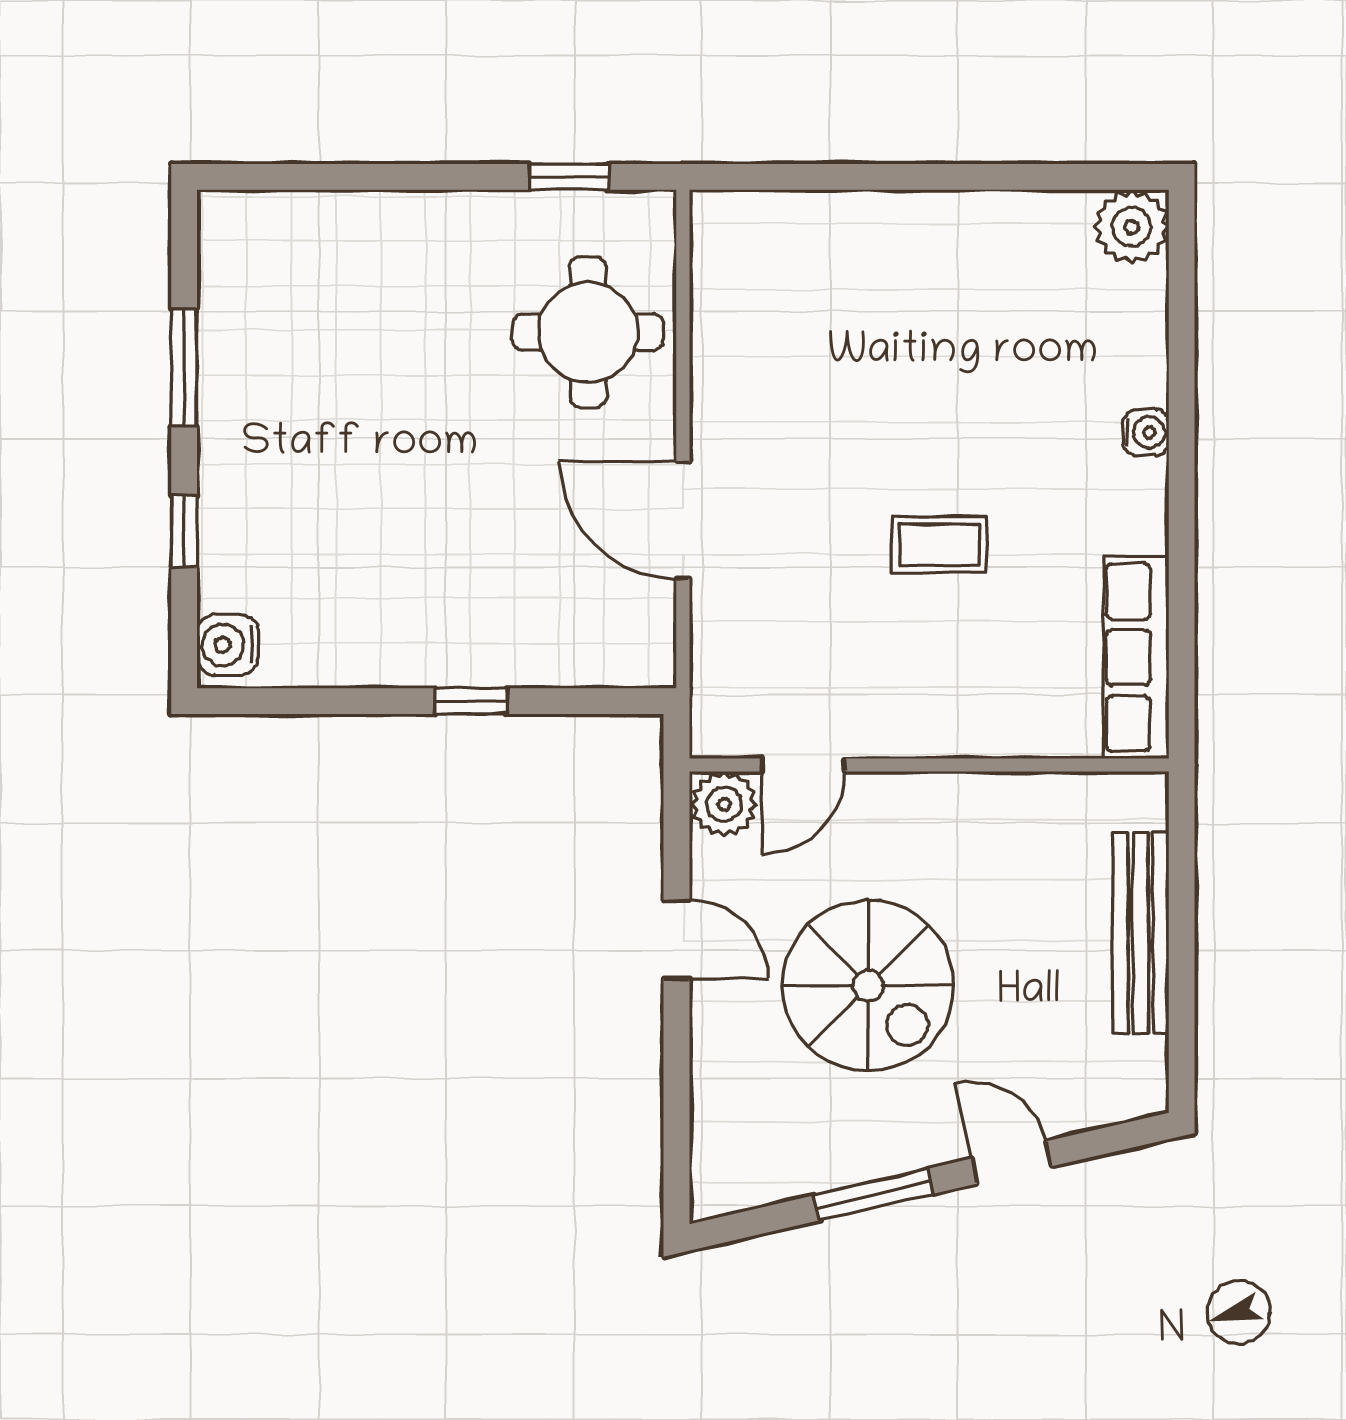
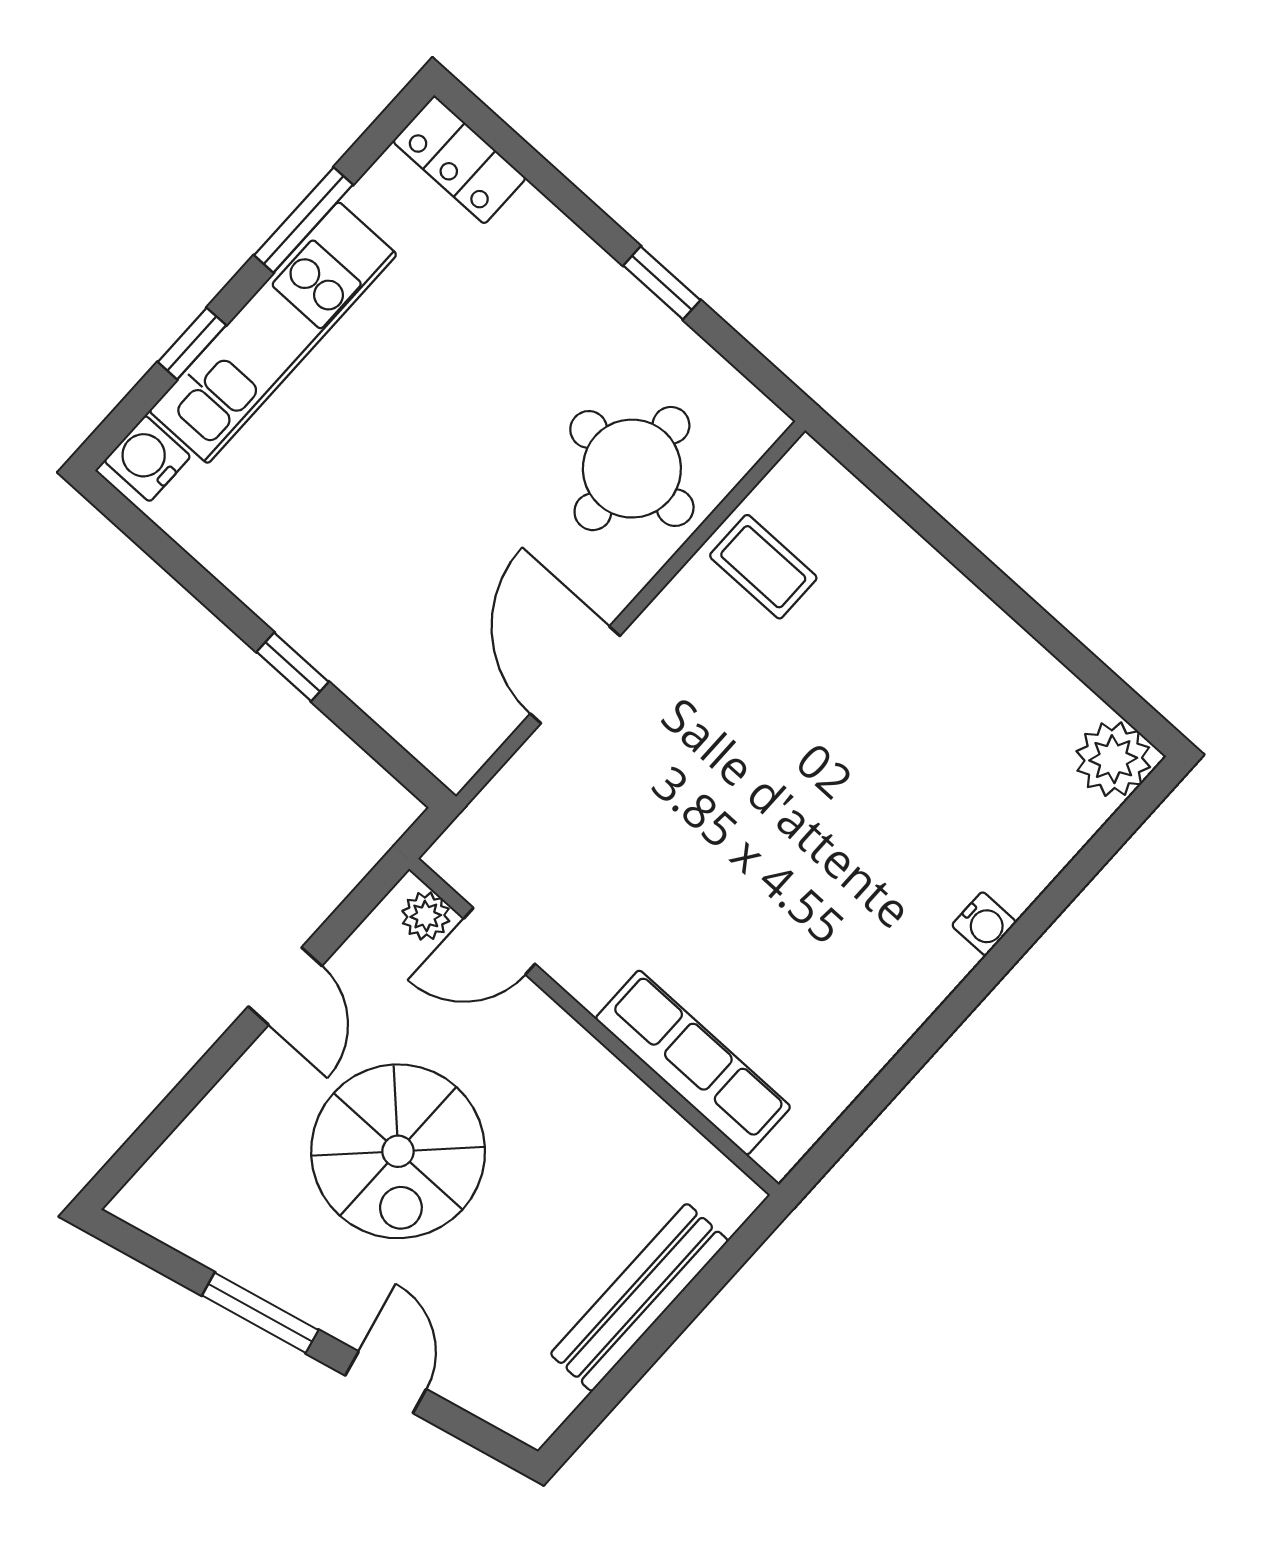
window: (569, 177) -> (662, 283), moved
locker: (258, 221) -> (459, 160), added
kitchen unit: (236, 470) -> (273, 333), added
coffee table: (939, 545) -> (763, 567), moved
row of seats: (1136, 658) -> (693, 1063), moved, turned 90
plant: (724, 804) -> (426, 916), width x0.73, depth x0.73

